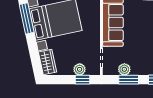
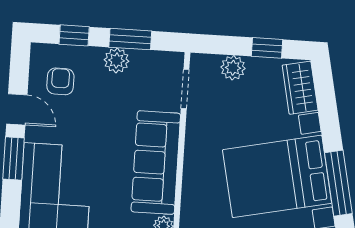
plant: (124, 69) -> (117, 60), moved
window: (82, 80) -> (267, 48), moved

